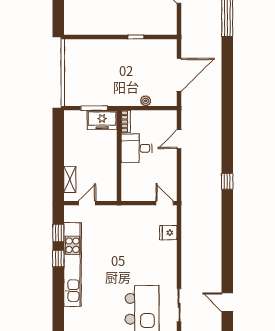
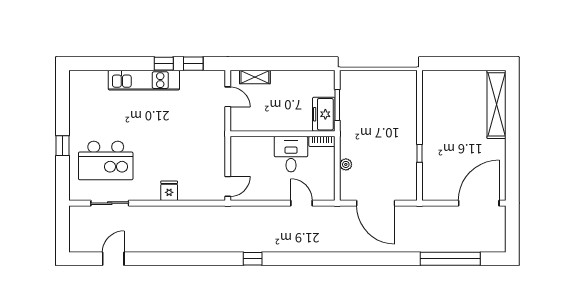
fridge: (168, 233) -> (169, 191), moved
kitchen unit: (73, 265) -> (144, 80), width x0.73

